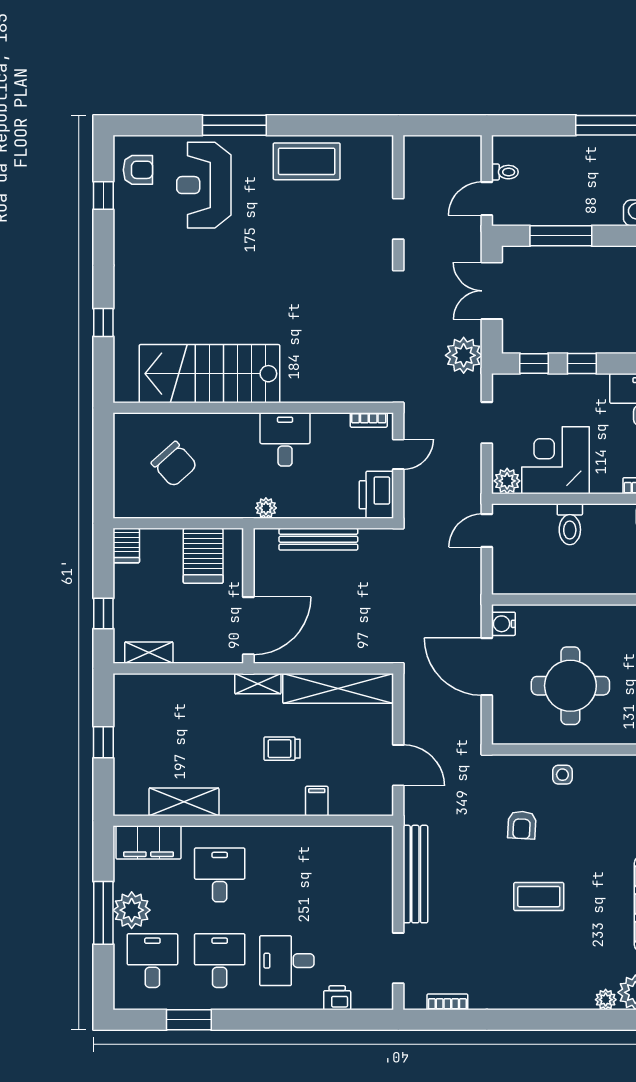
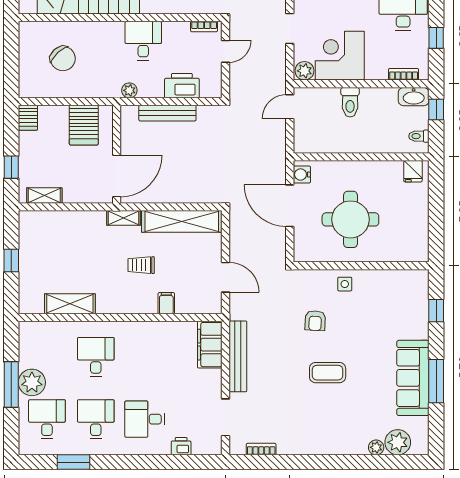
printer: (376, 495) -> (182, 86), moved, turned 90
filing cabinet: (148, 842) -> (210, 345), moved, turned 90

